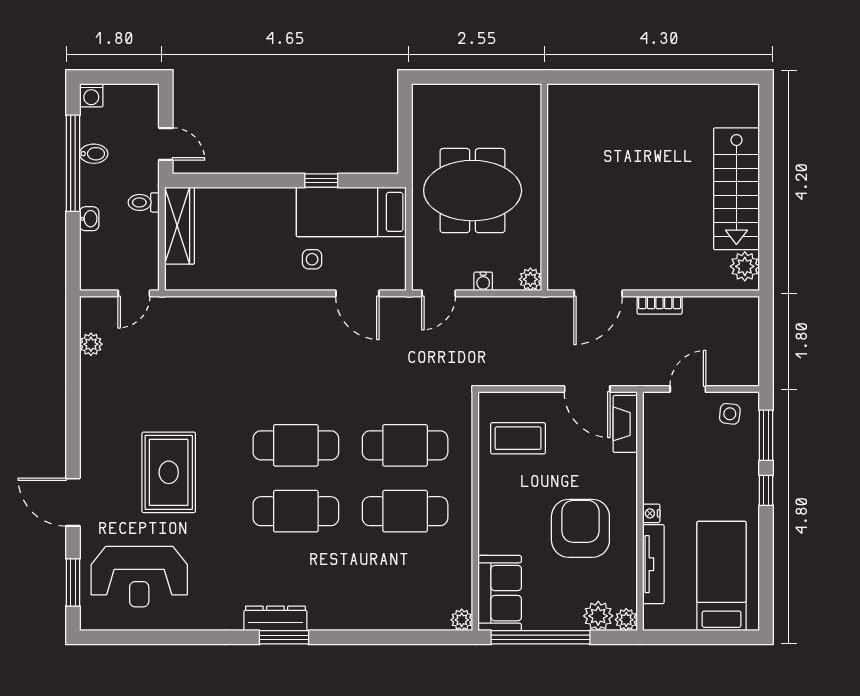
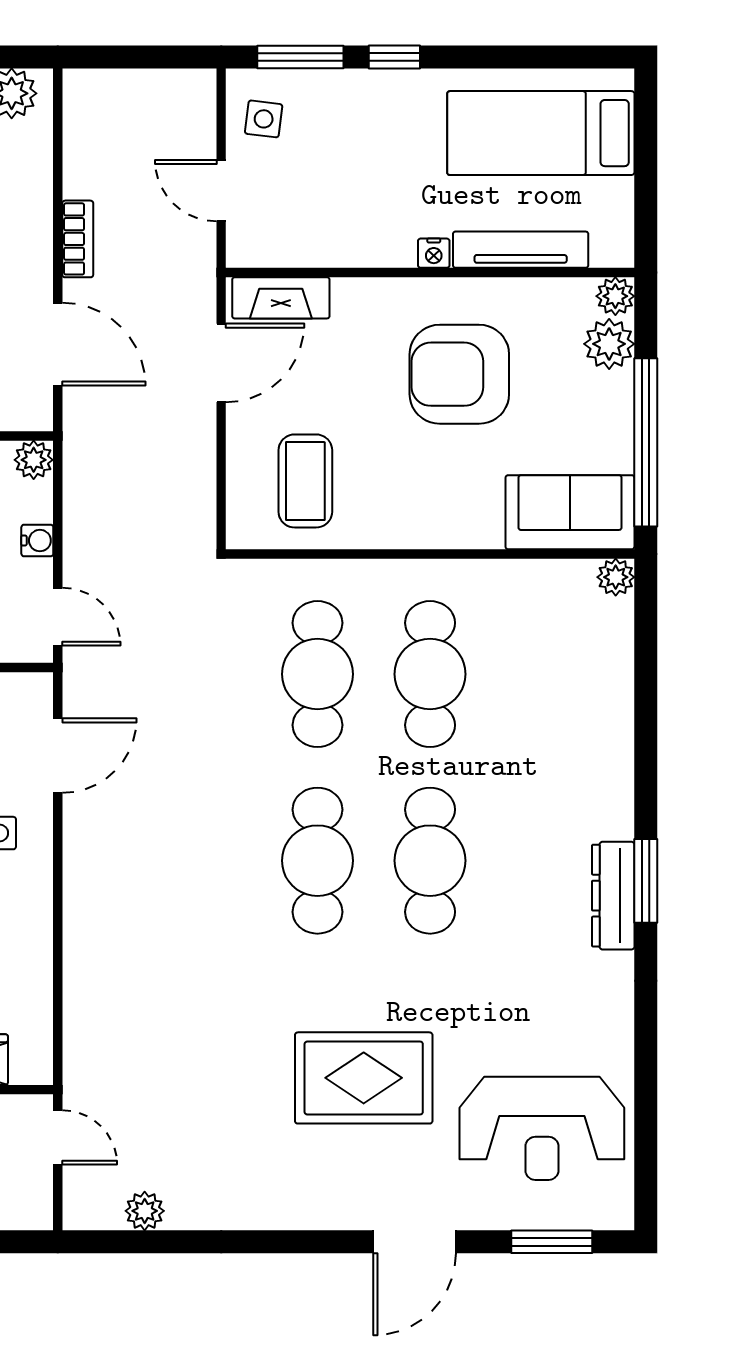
reception desk: (139, 577) -> (542, 1128), turned 90

